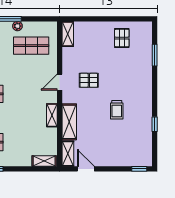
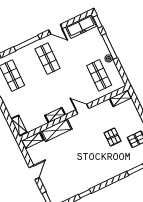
pallet: (89, 80) -> (113, 137), moved
trolley: (117, 110) -> (82, 161), removed
door: (86, 169) -> (34, 173), moved

